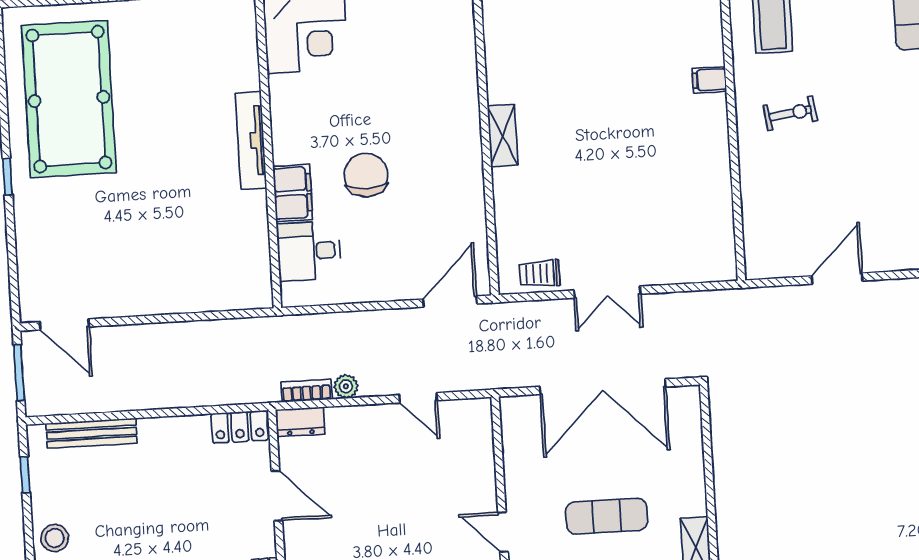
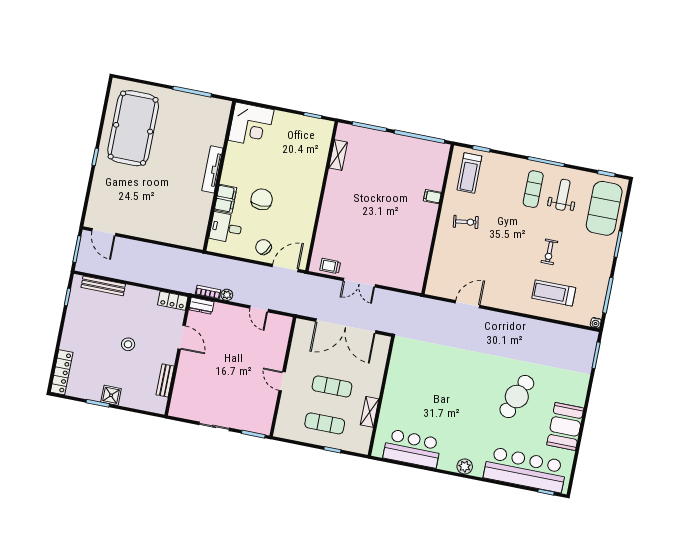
shelving: (503, 136) -> (338, 155), moved
chair: (395, 271) -> (263, 247), added
stool: (55, 538) -> (128, 344), moved

